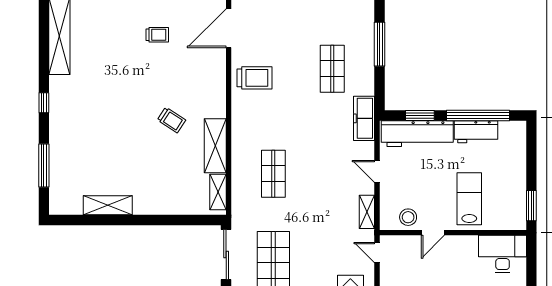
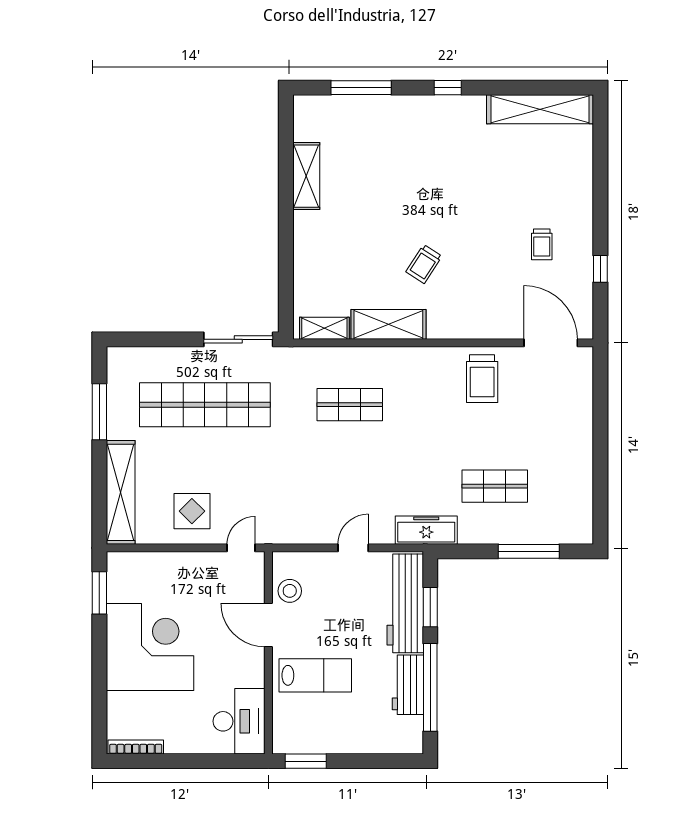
shelving: (367, 212) -> (297, 534), removed
door: (433, 233) -> (268, 625), width x1.37

